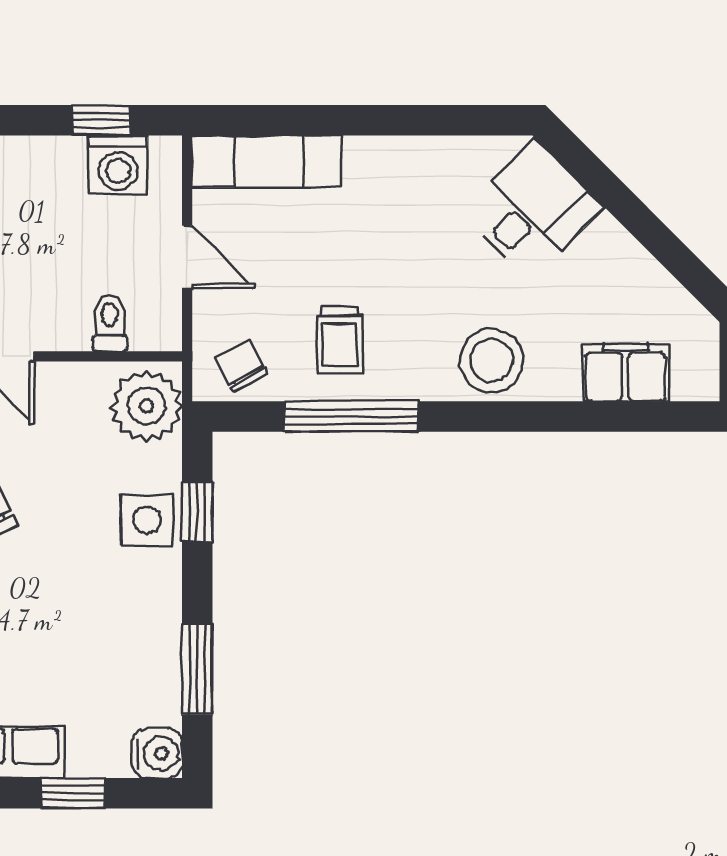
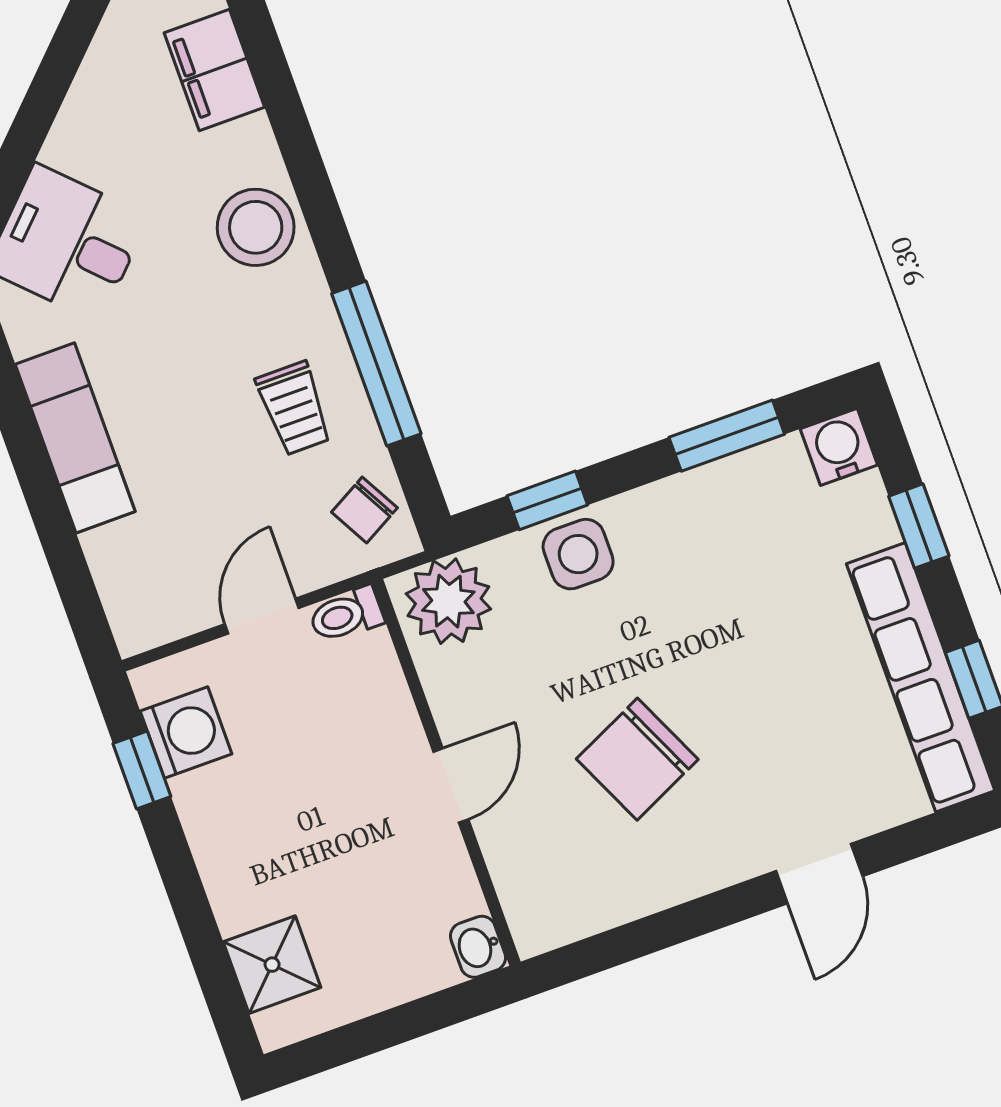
exam couch: (266, 161) -> (75, 438), moved
toilet: (110, 323) -> (346, 615), moved
trolley: (340, 340) -> (294, 408), turned 90

